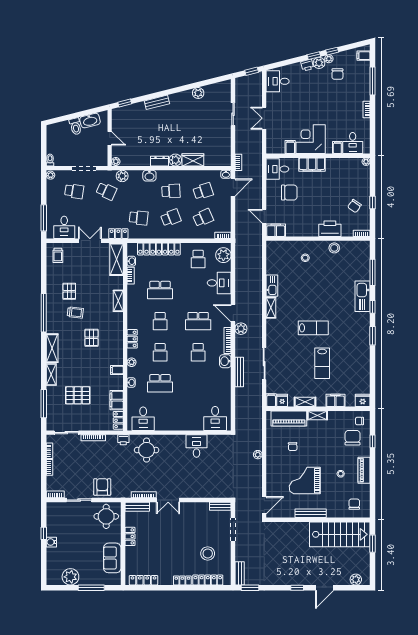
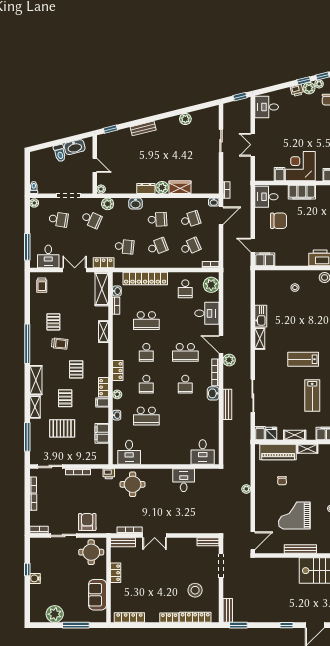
lab bench: (313, 328) -> (303, 359), turned 180
pallet: (81, 366) -> (65, 398), added
locker: (118, 420) -> (104, 387), moved

